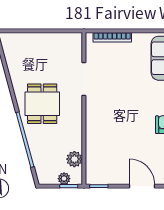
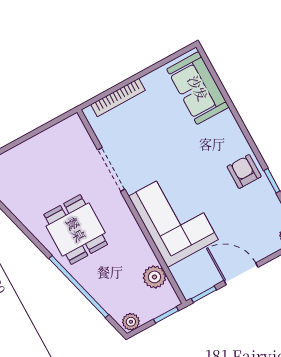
corner sofa: (106, 129) -> (173, 218), added
plant: (64, 179) -> (131, 322), moved
door: (142, 186) -> (241, 274), moved

